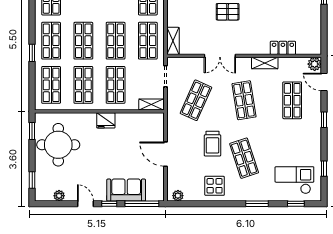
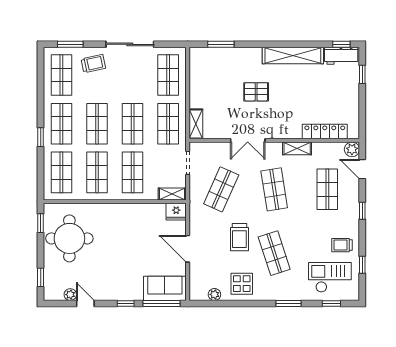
locker: (283, 48) -> (325, 132), width x1.53
fridge: (106, 120) -> (176, 212), moved
trolley: (305, 151) -> (342, 245), added
sofa: (126, 190) -> (165, 288), moved
plant: (178, 196) -> (214, 294), moved
door: (85, 204) -> (85, 304), moved

